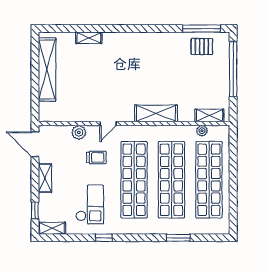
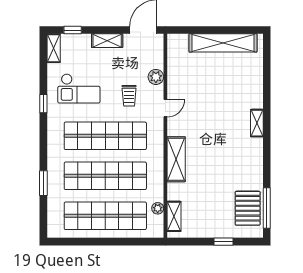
shelving: (89, 38) -> (257, 123), moved
pallet: (202, 46) -> (248, 208), width x1.50, depth x1.42
window: (233, 69) -> (224, 242), width x0.32
door: (108, 124) -> (165, 108), swing flipped

